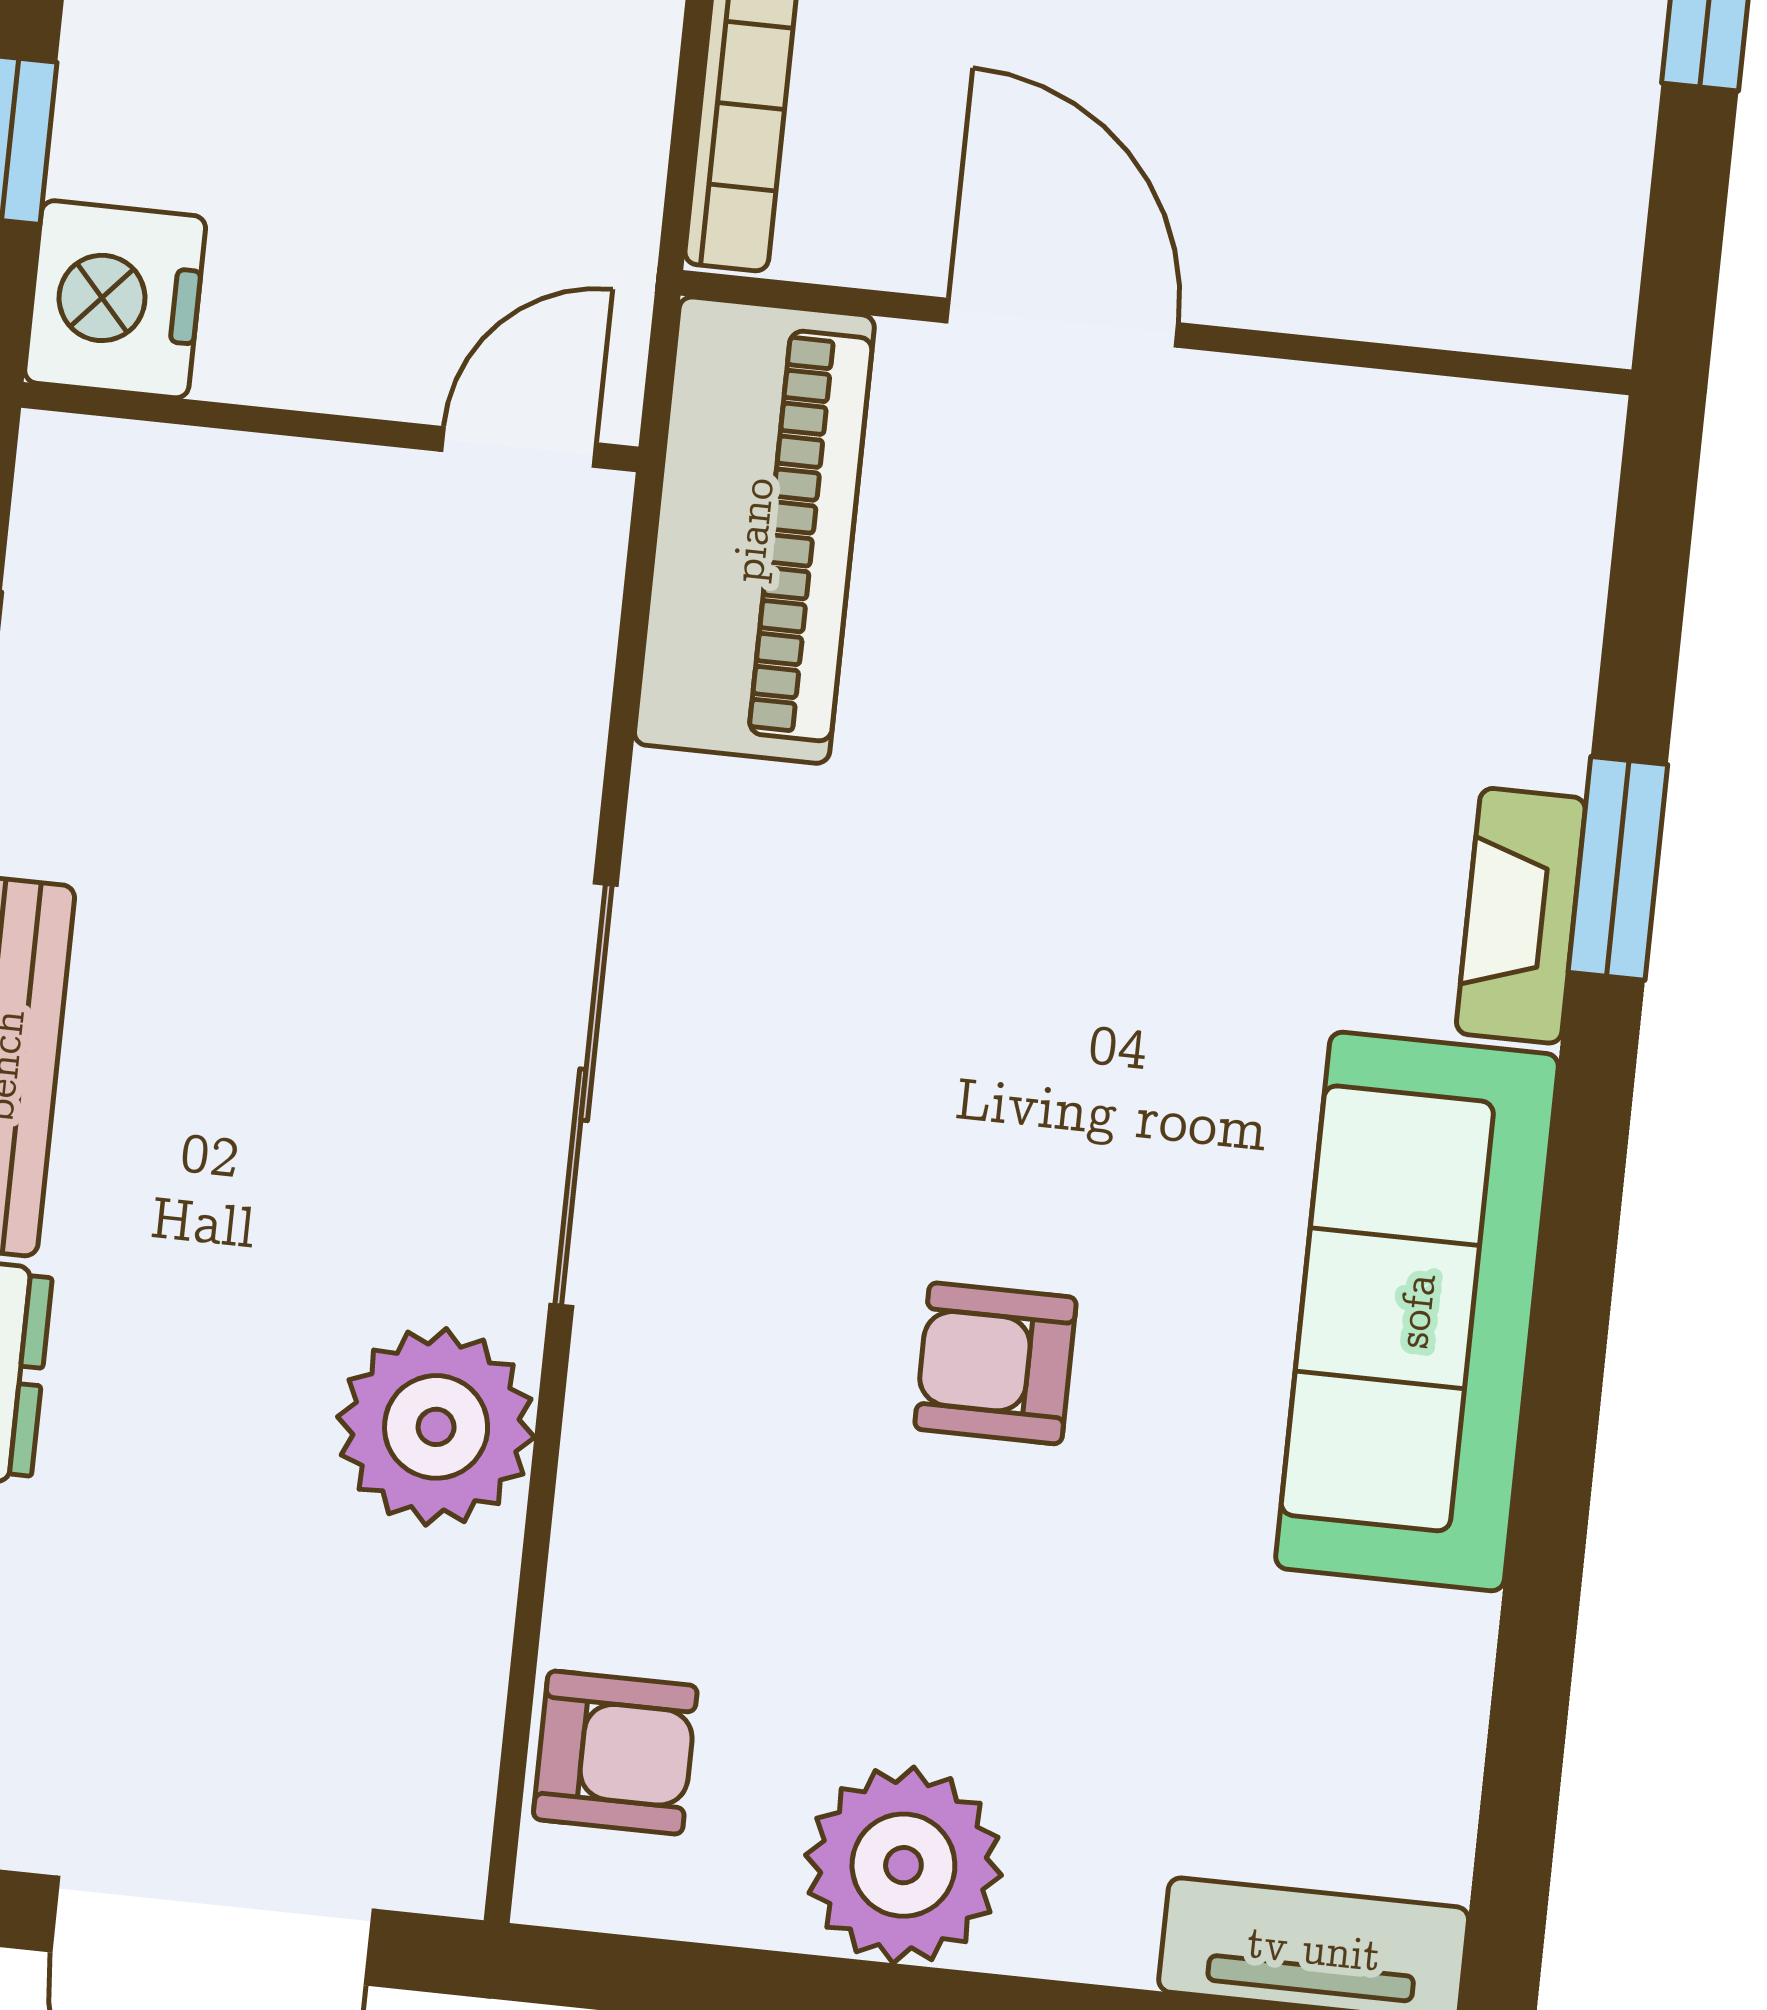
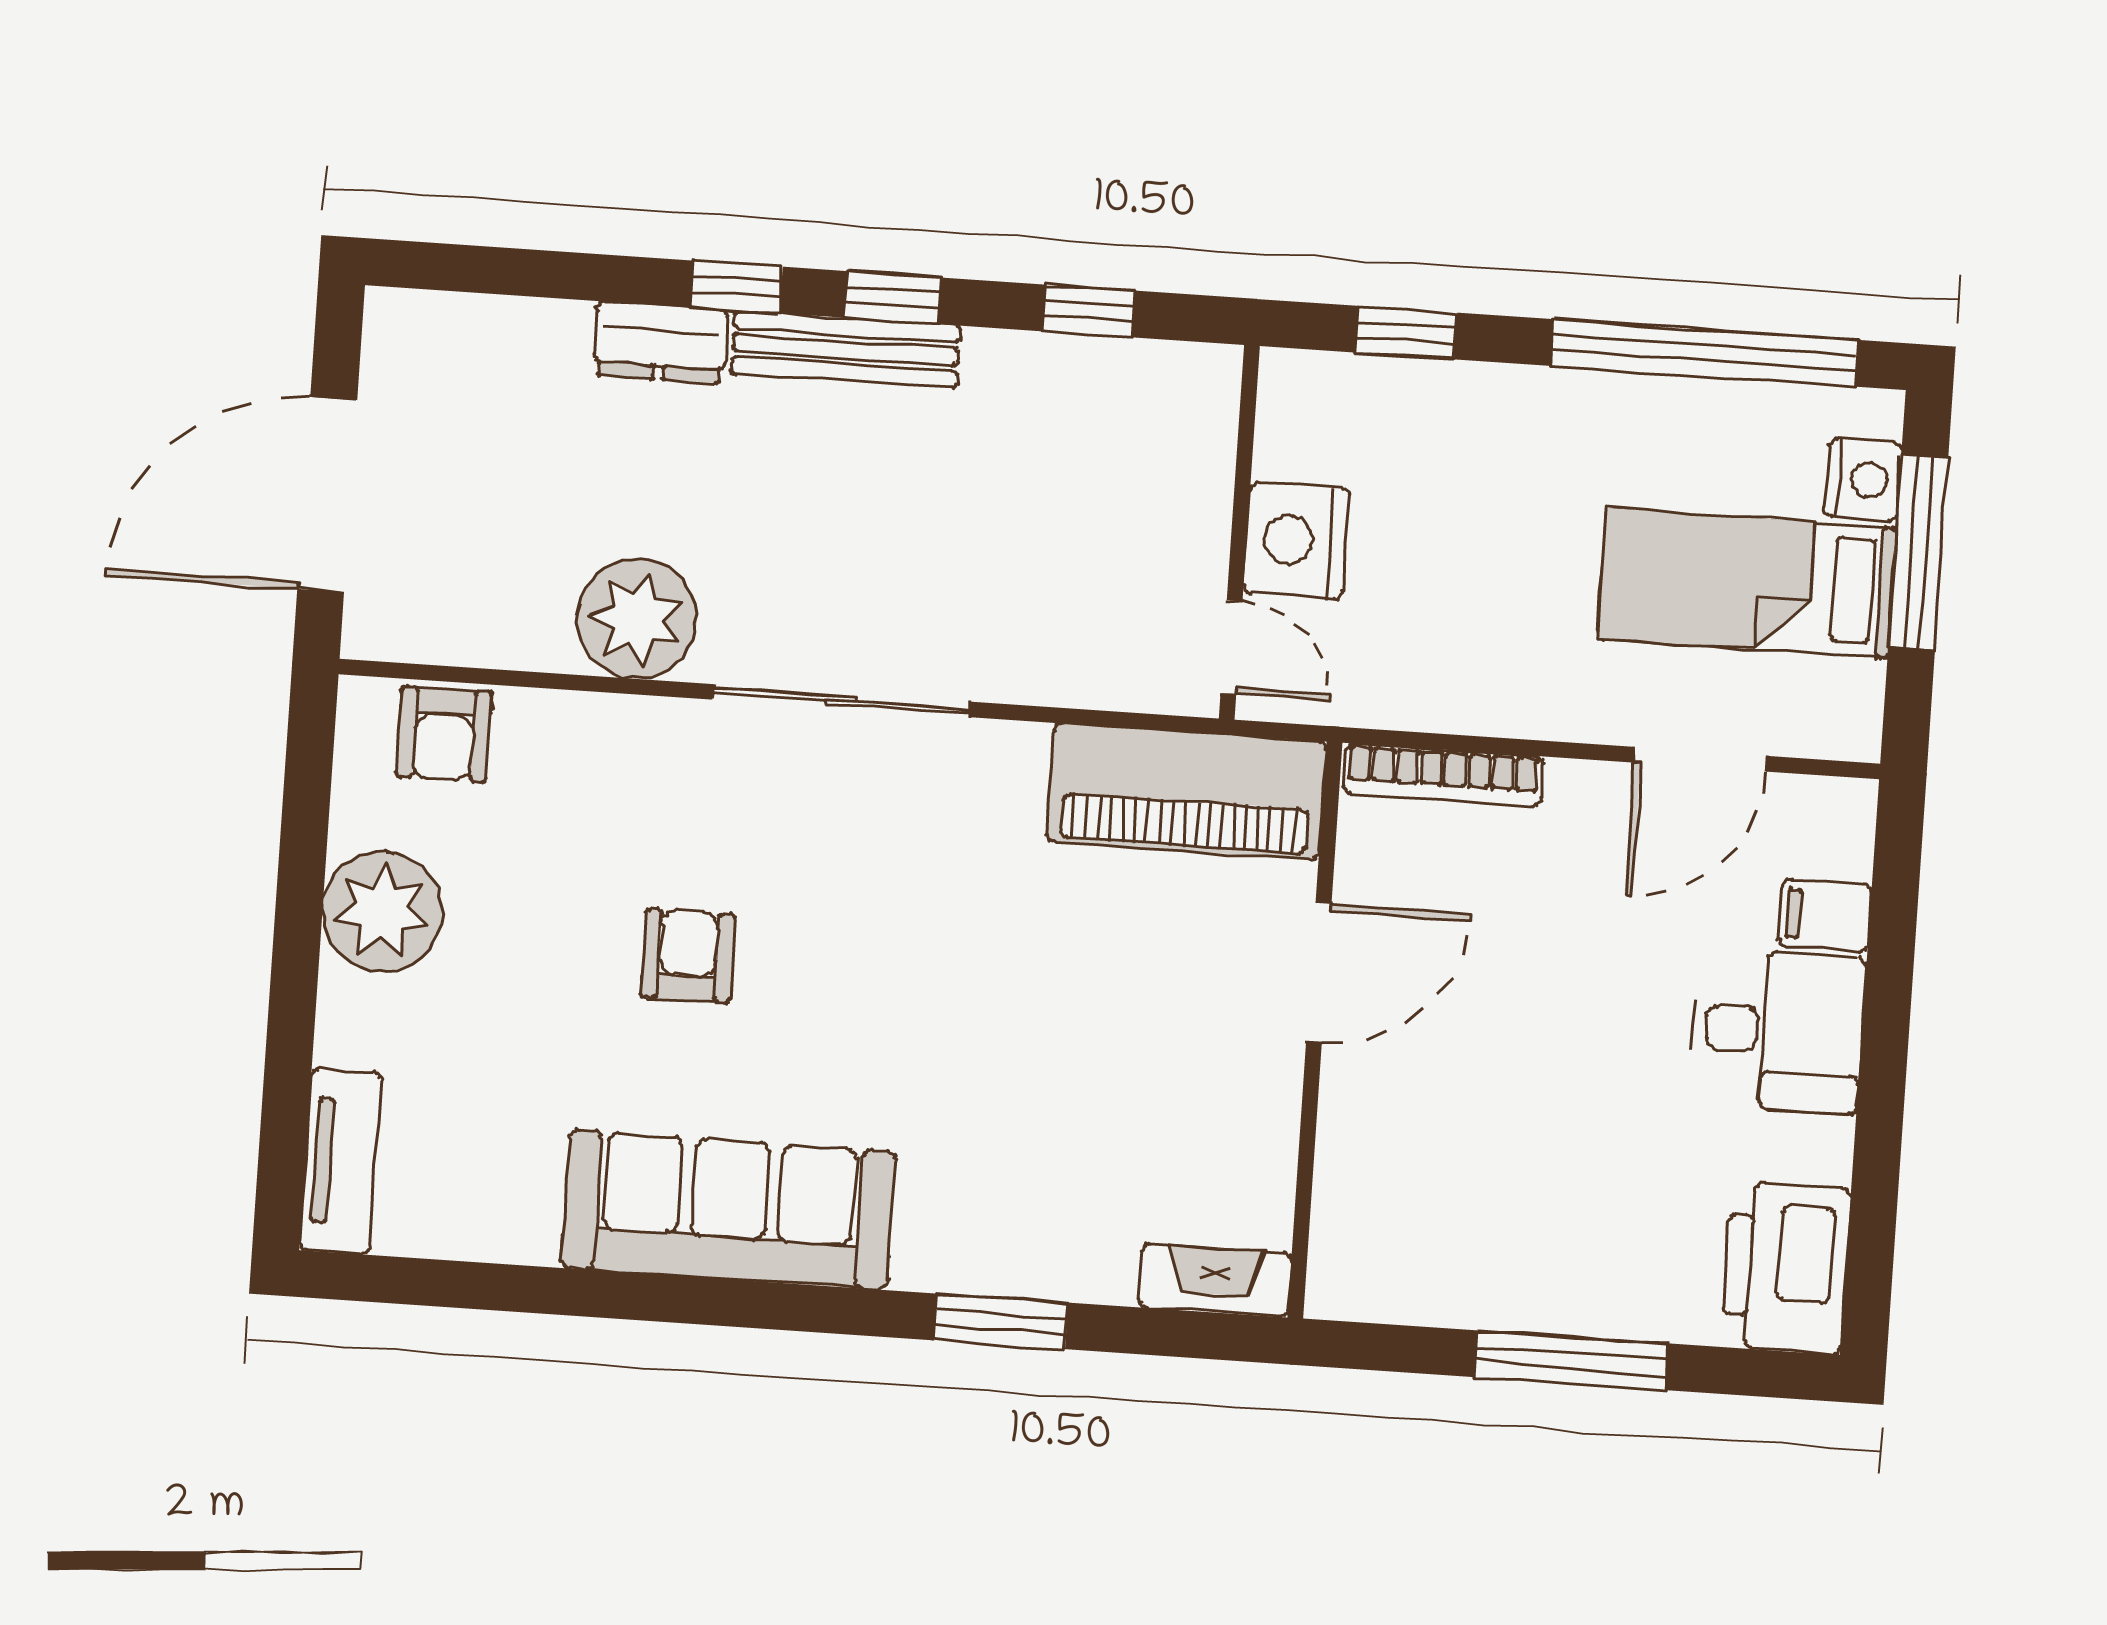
nightstand: (115, 299) -> (1297, 540), moved, turned -90
fireplace: (1521, 916) -> (1215, 1280), moved

